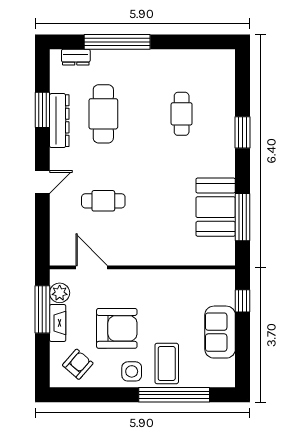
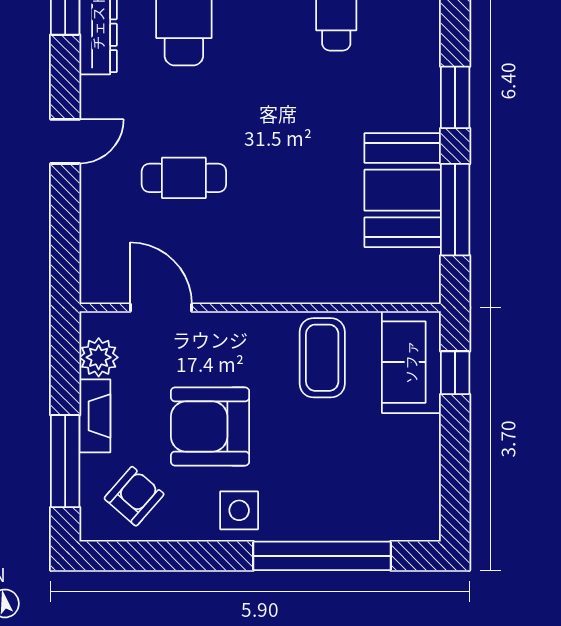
window: (243, 132) -> (455, 97), moved
window: (42, 309) -> (65, 461), moved
armchair: (117, 328) -> (210, 426), turned 180
sofa: (220, 332) -> (411, 362), moved
coffee table: (167, 364) -> (322, 358), moved

